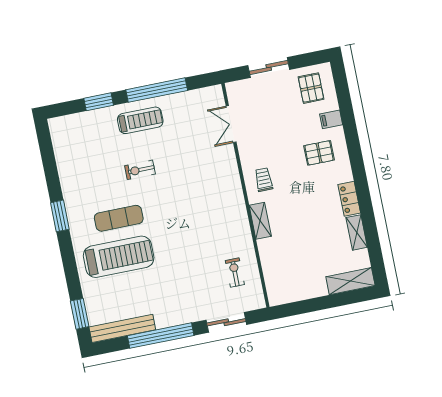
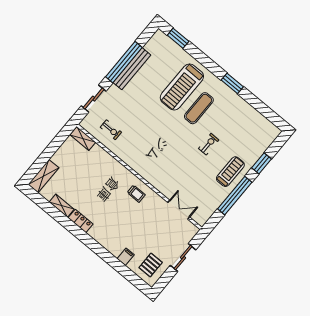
pallet: (311, 88) -> (151, 265), turned 90
treadmill: (140, 120) -> (230, 172), turned 180
pallet: (319, 153) -> (118, 233), removed
shelving: (260, 221) -> (83, 139), moved
bench: (122, 328) -> (132, 69), moved

